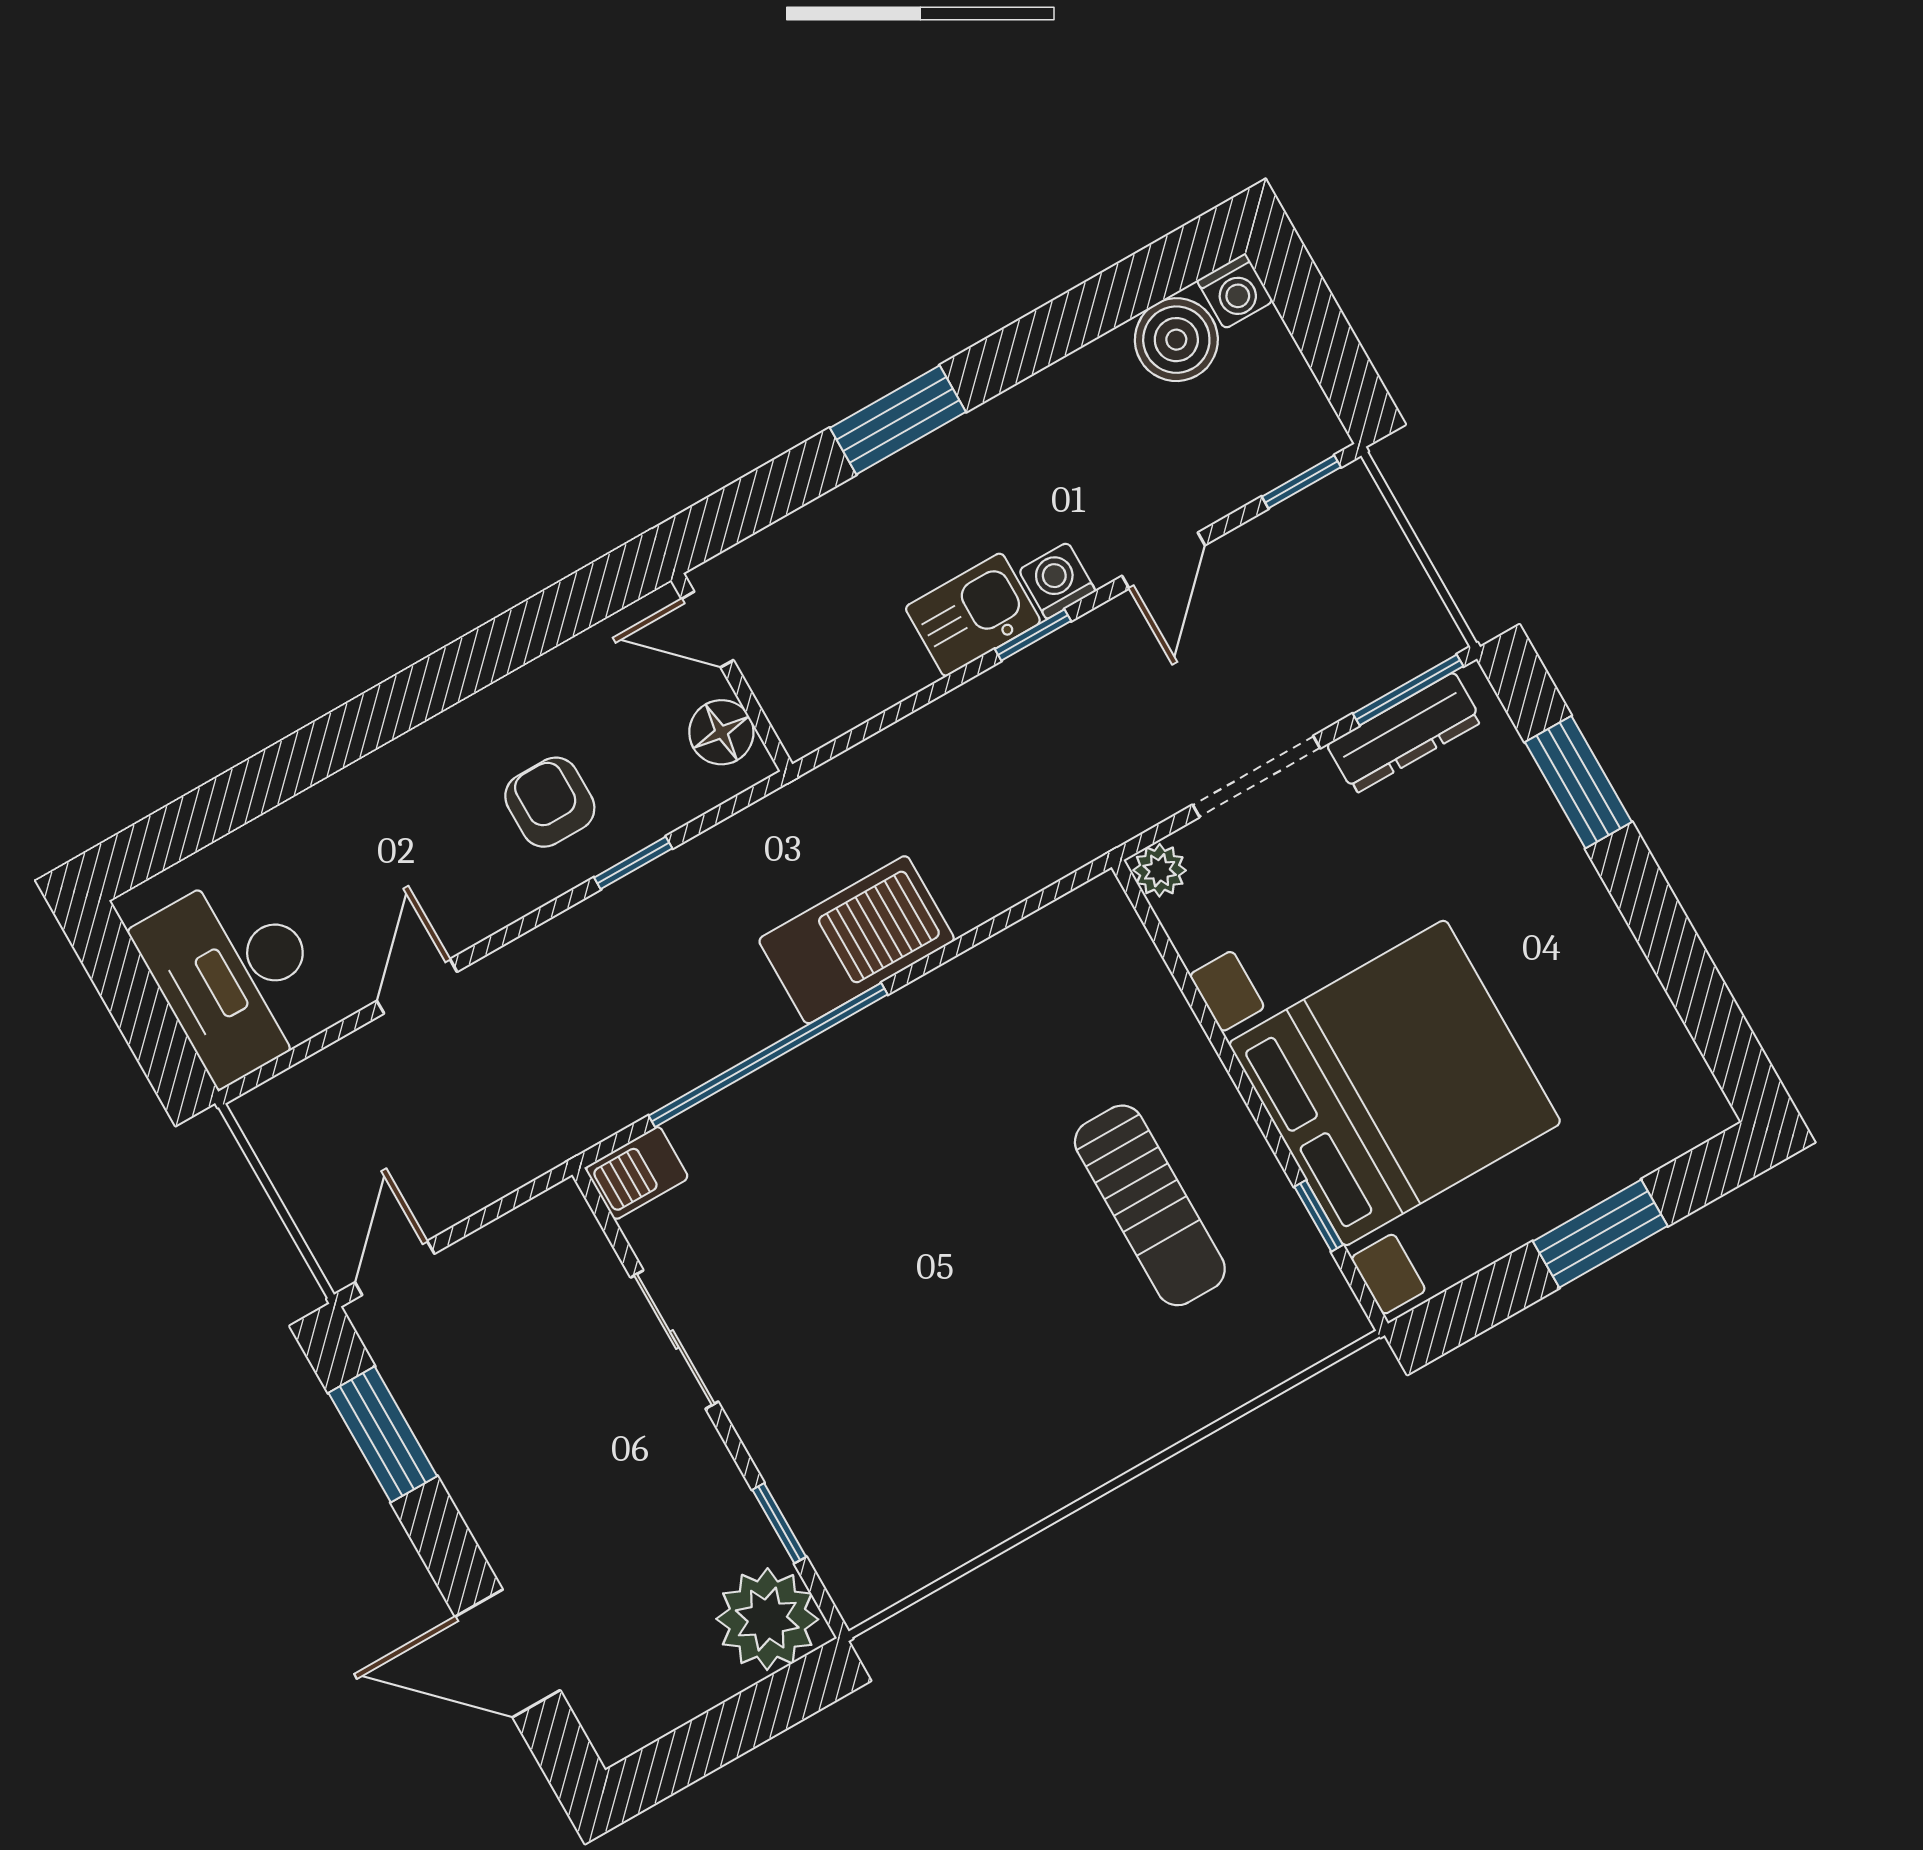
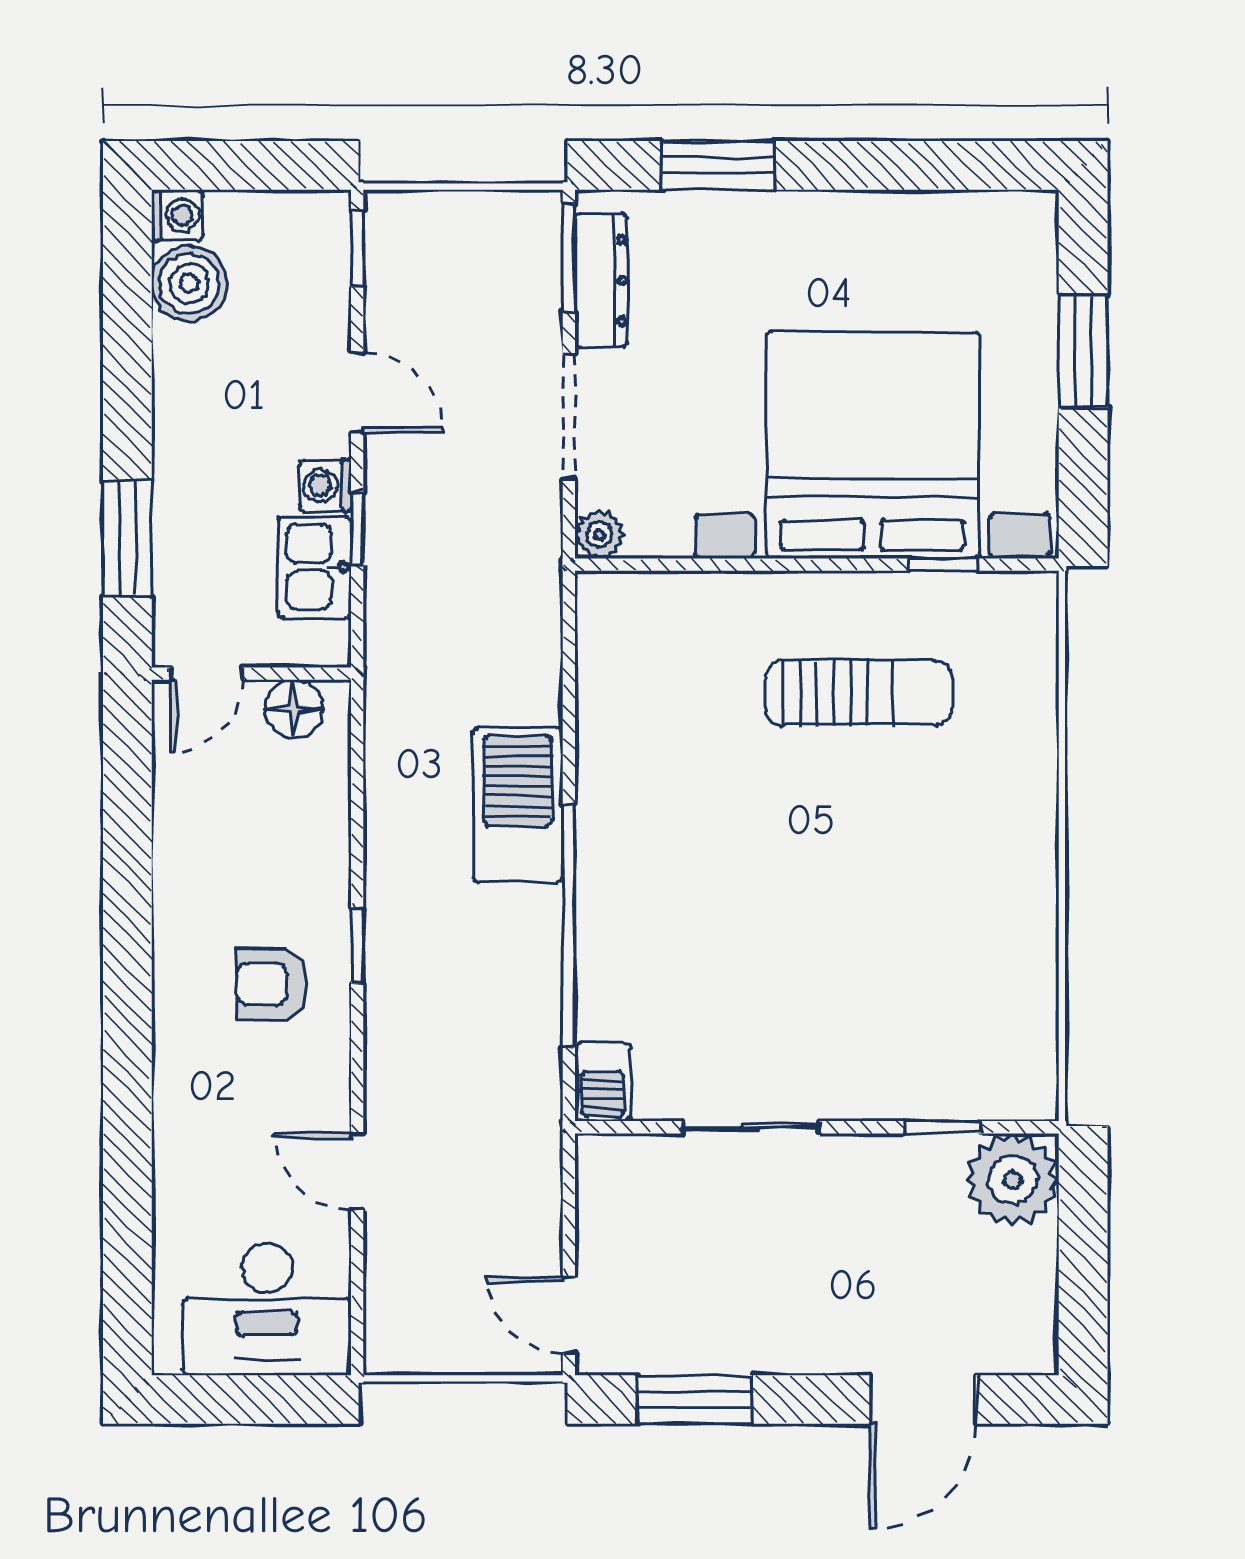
door: (707, 629) -> (207, 674), moved
wall: (732, 672) -> (251, 674), moved
floor lamp: (721, 732) -> (294, 709), moved

